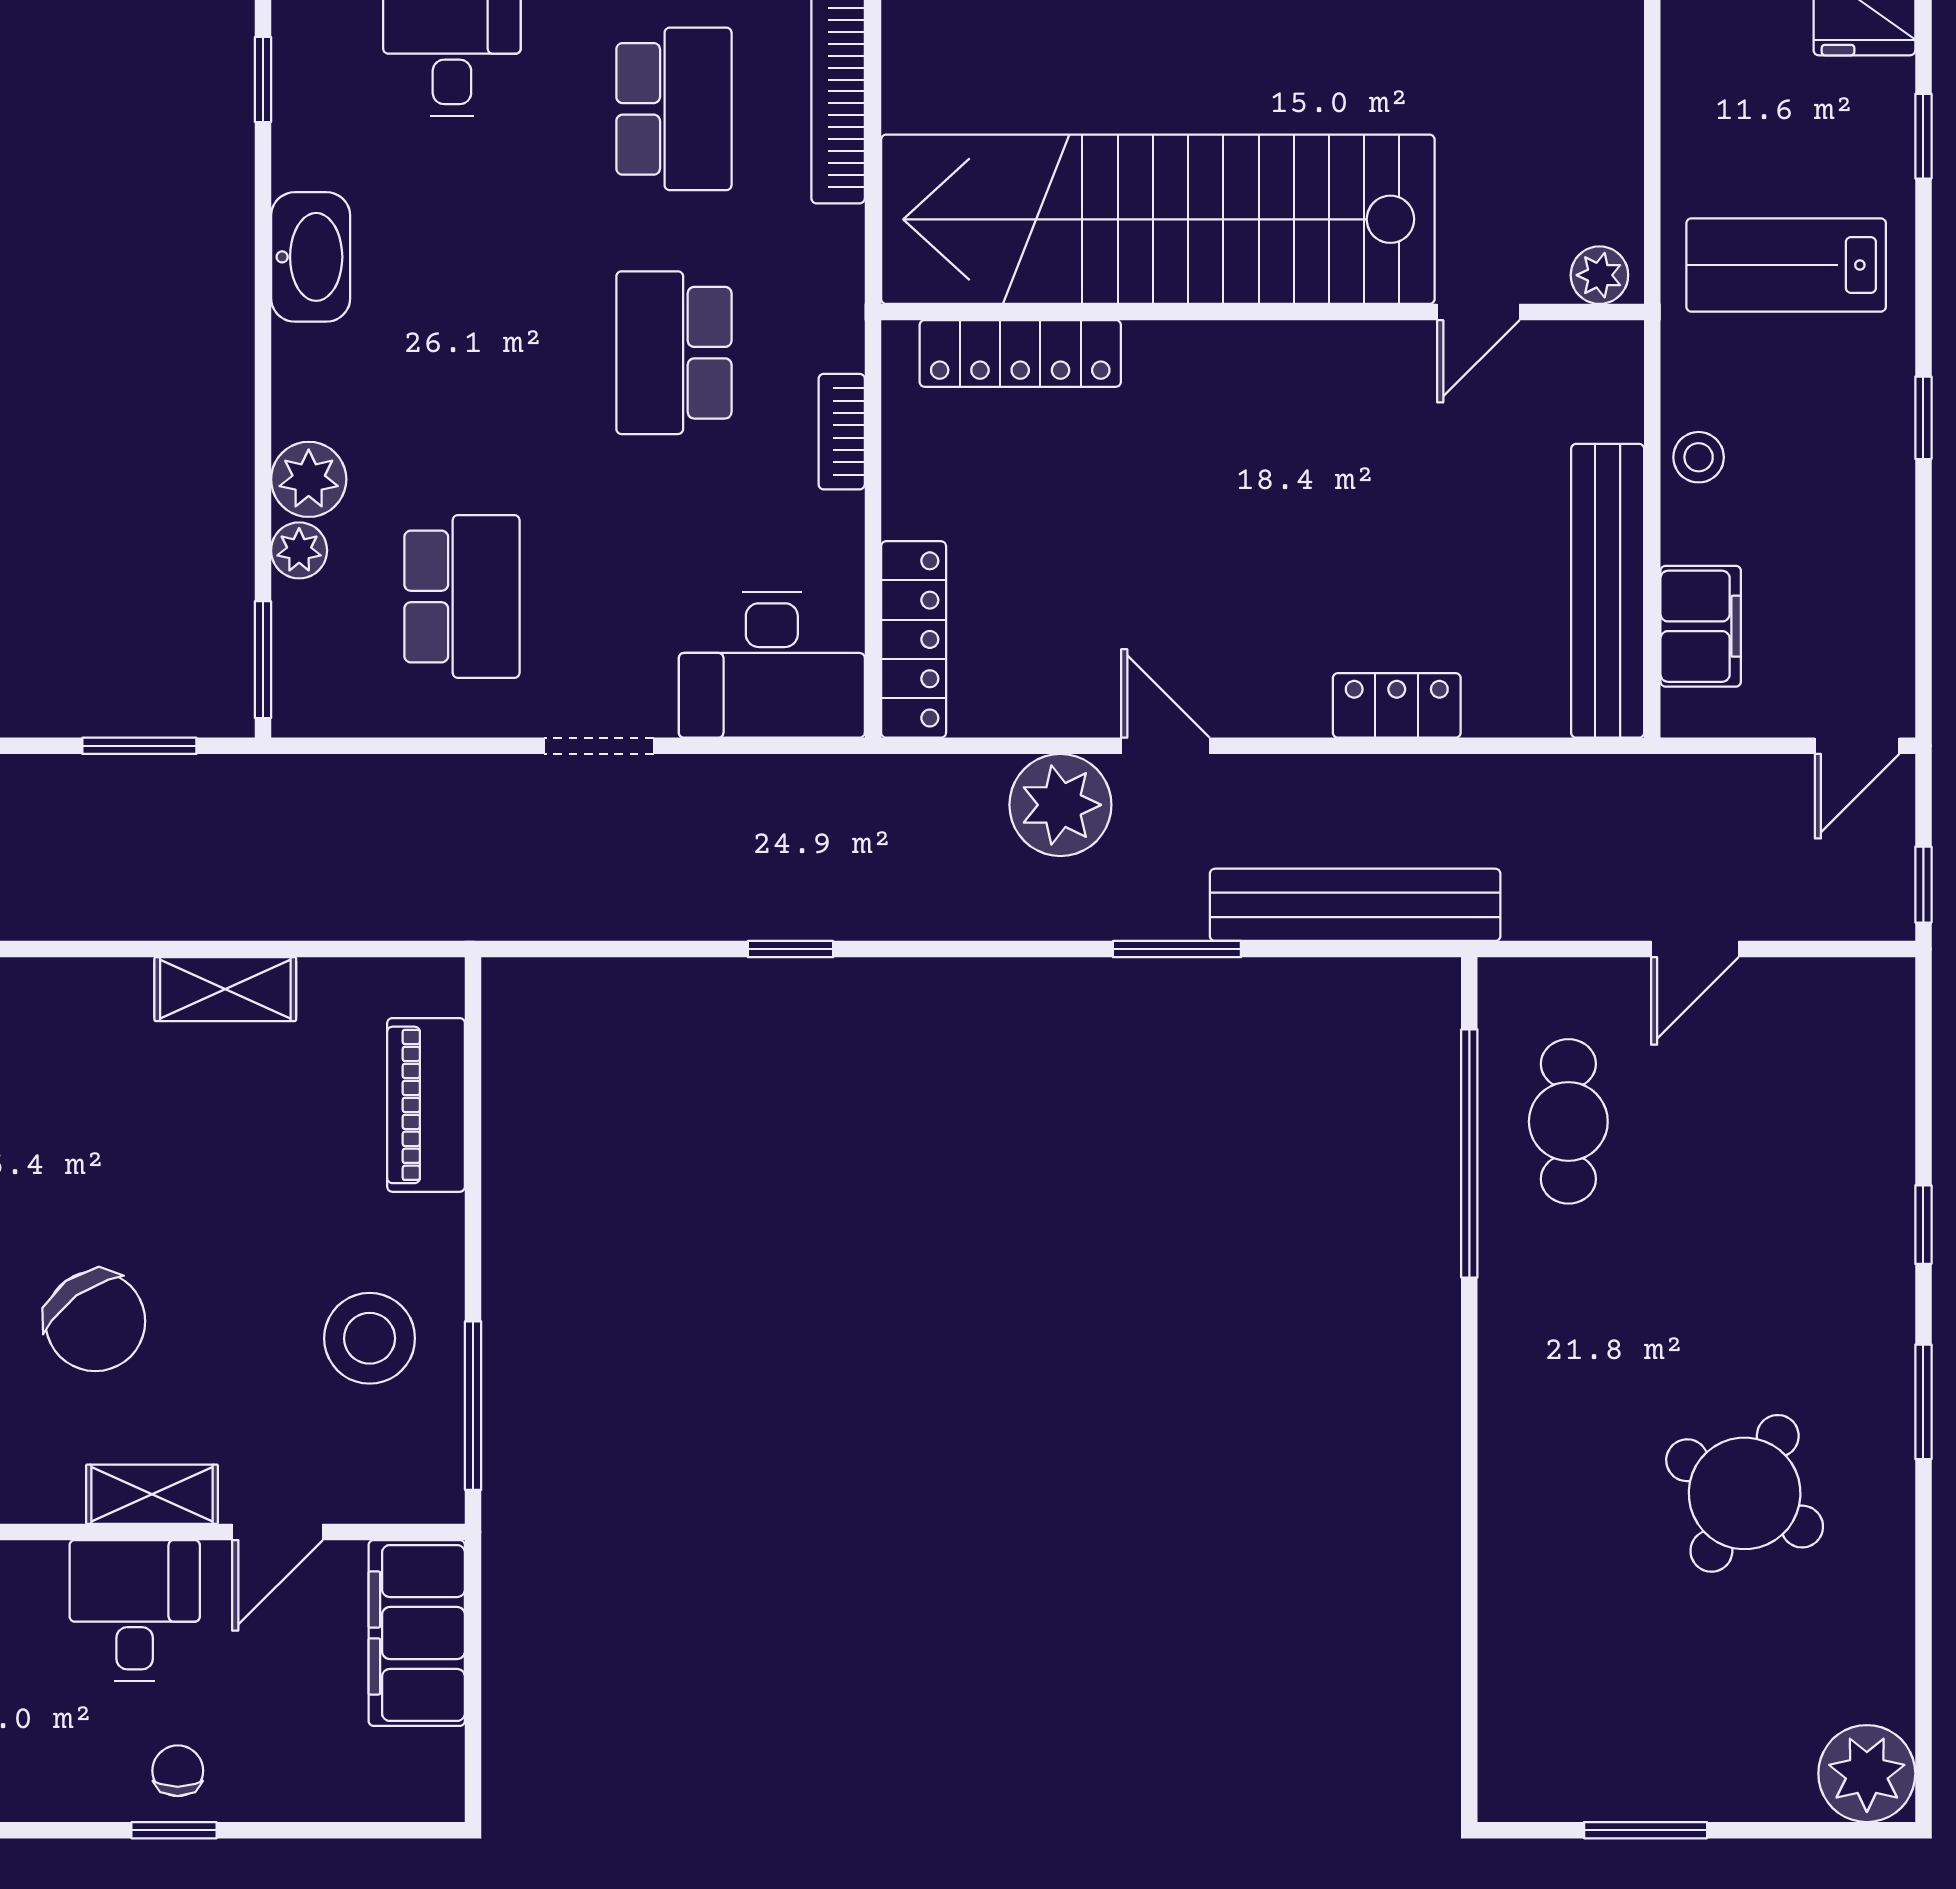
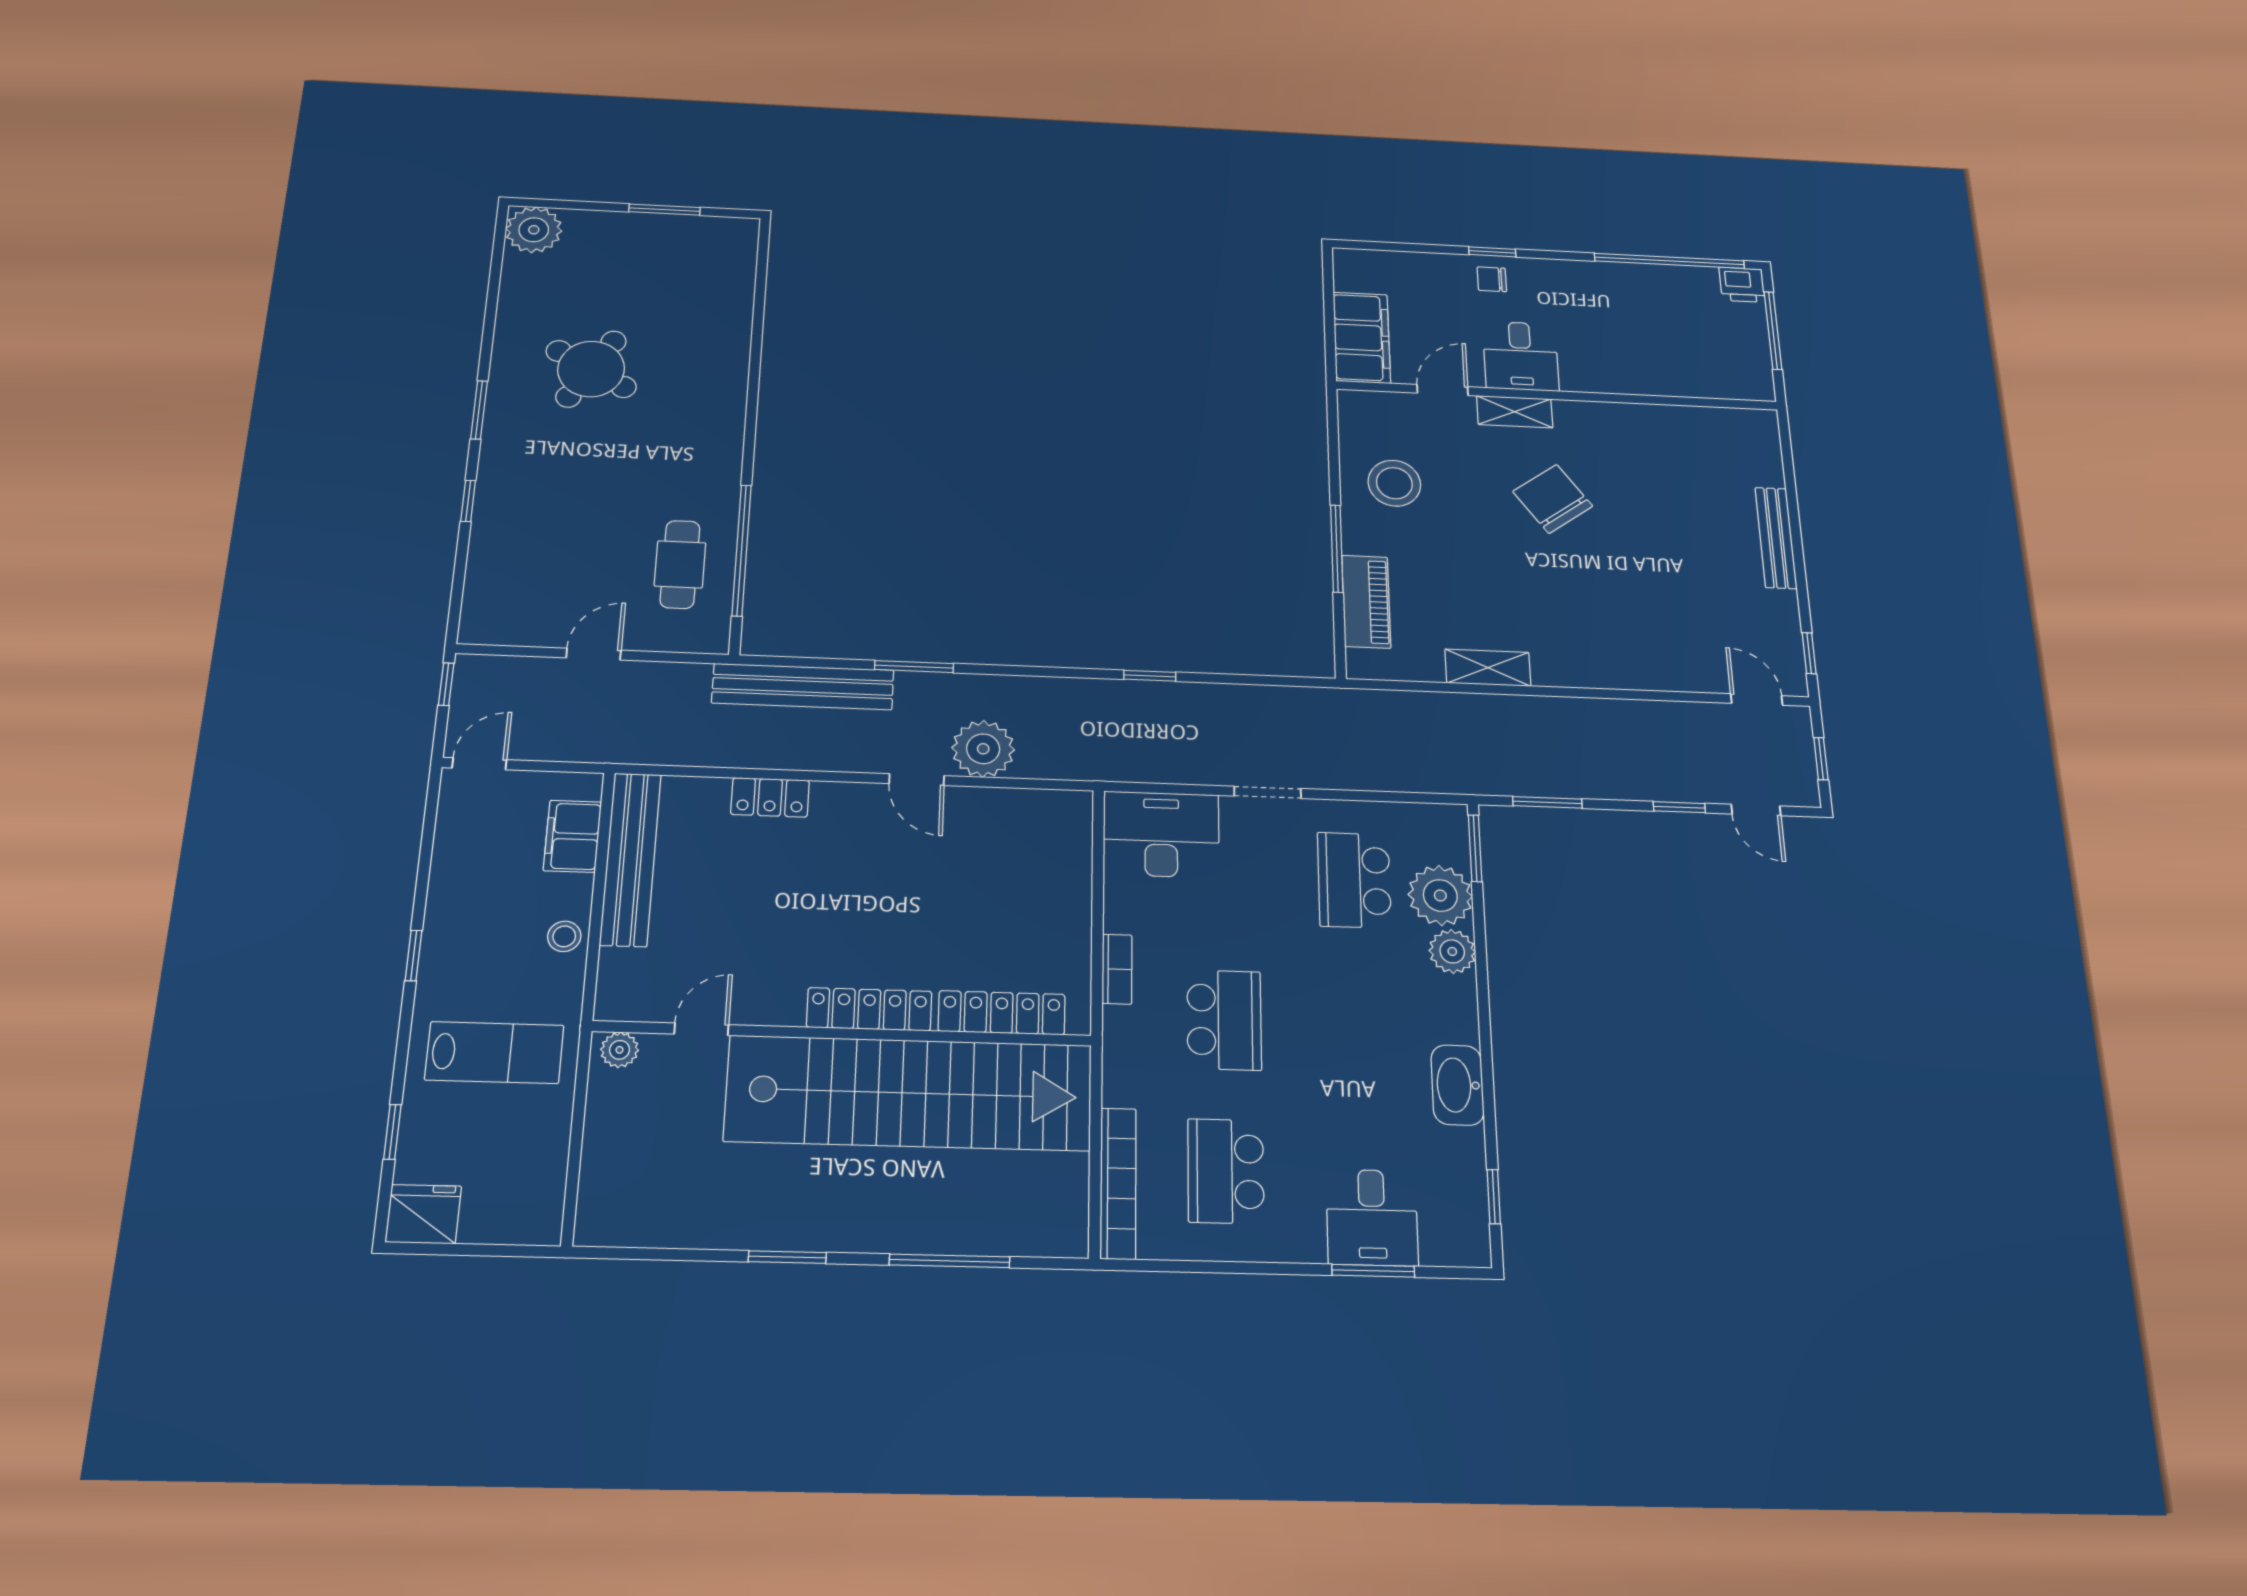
plant: (299, 550) -> (1440, 895), width x1.87, depth x1.87
locker: (914, 639) -> (869, 1009), moved, turned 90
window: (473, 1406) -> (1337, 549), moved
chair: (178, 1771) -> (1492, 279), turned 90

